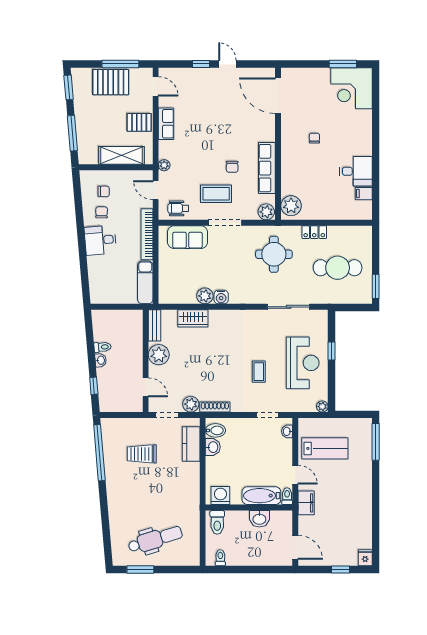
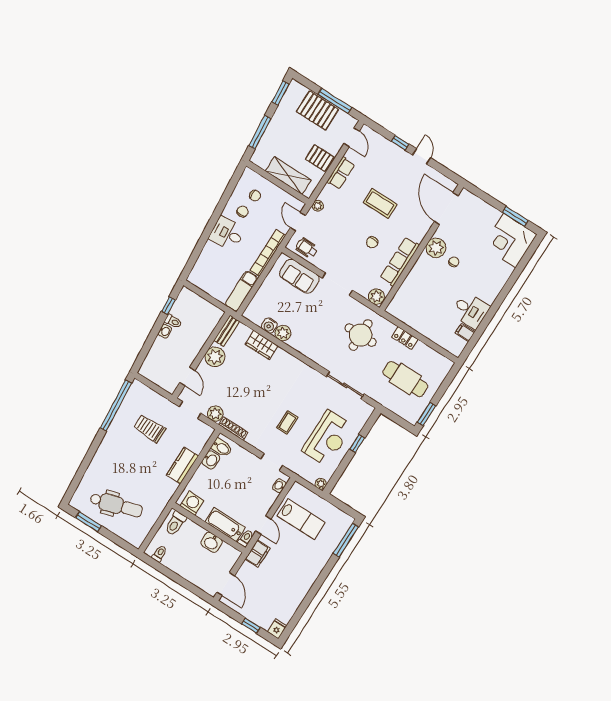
coffee table: (216, 194) -> (380, 203), moved
plant: (291, 206) -> (436, 248), moved
water cooler: (221, 297) -> (269, 326), moved
window: (94, 386) -> (168, 306), moved
kitchen counter: (191, 444) -> (182, 465), moved

